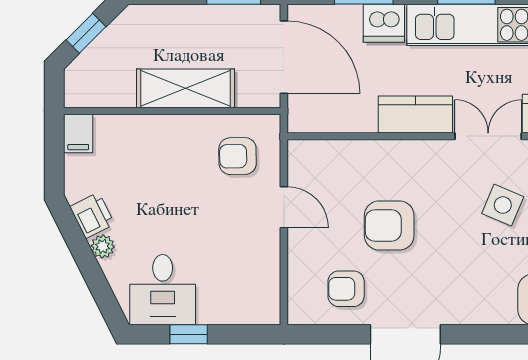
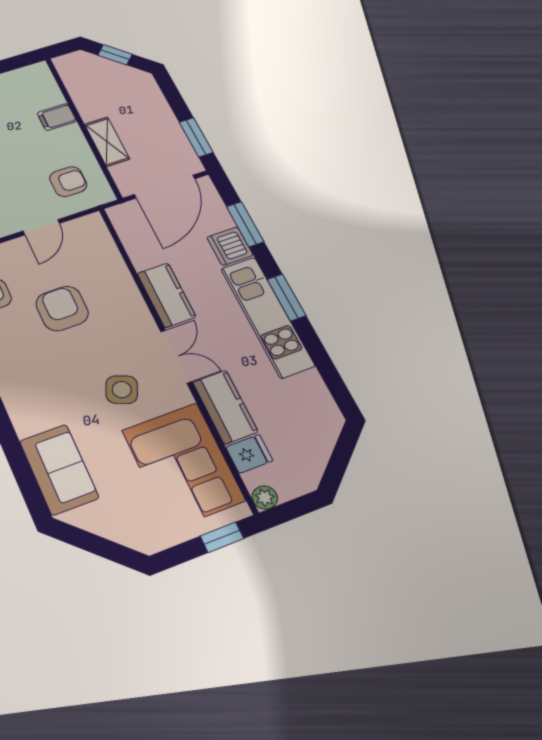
shelving: (186, 88) -> (107, 142), width x0.67, depth x0.75
filing cabinet: (78, 134) -> (57, 117), moved
armchair: (238, 156) -> (68, 182), turned 91

